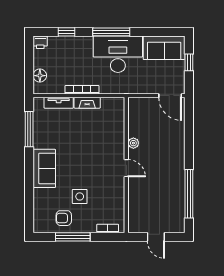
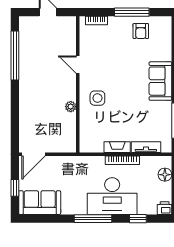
desk: (118, 54) -> (112, 196), moved
door: (170, 96) -> (34, 154), swing flipped
door: (126, 168) -> (78, 65), moved
side table: (80, 196) -> (97, 98), moved
armchair: (64, 218) -> (141, 31), turned 90

